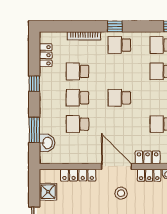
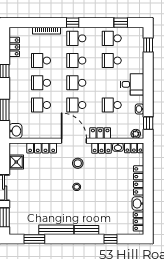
school desk: (119, 71) -> (76, 61), added
school desk: (119, 124) -> (76, 105), added
washbasin: (47, 143) -> (15, 131), moved

